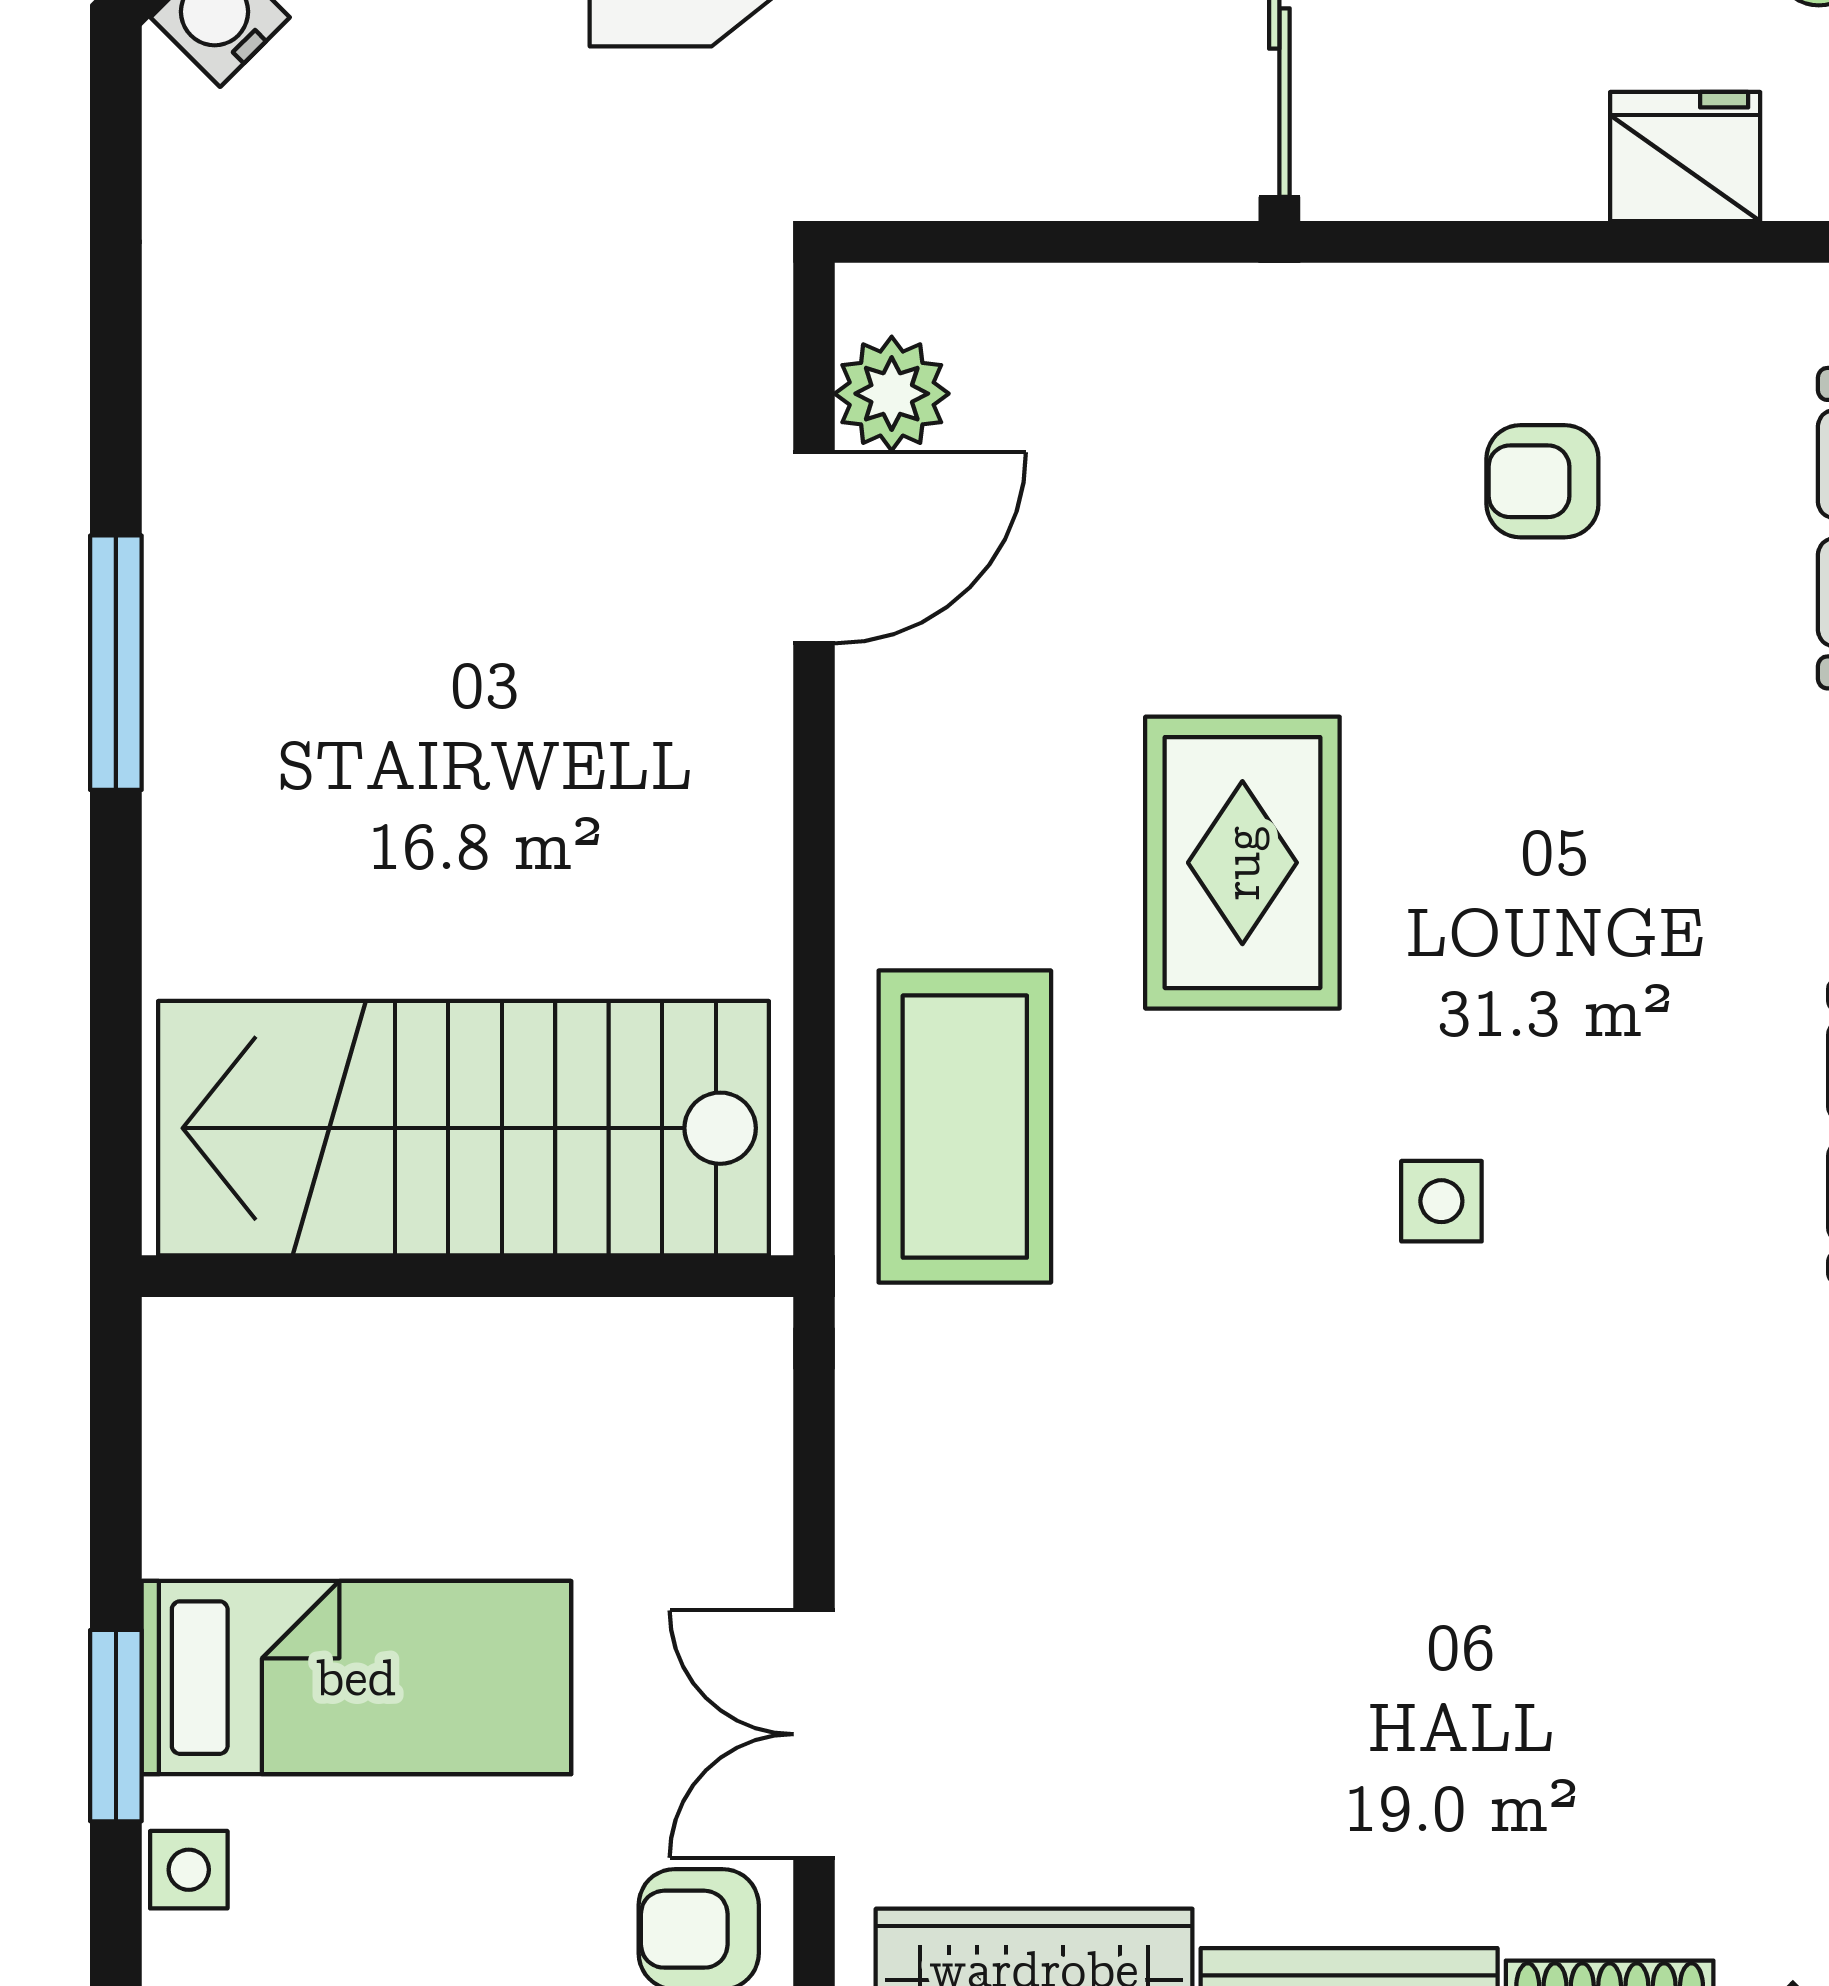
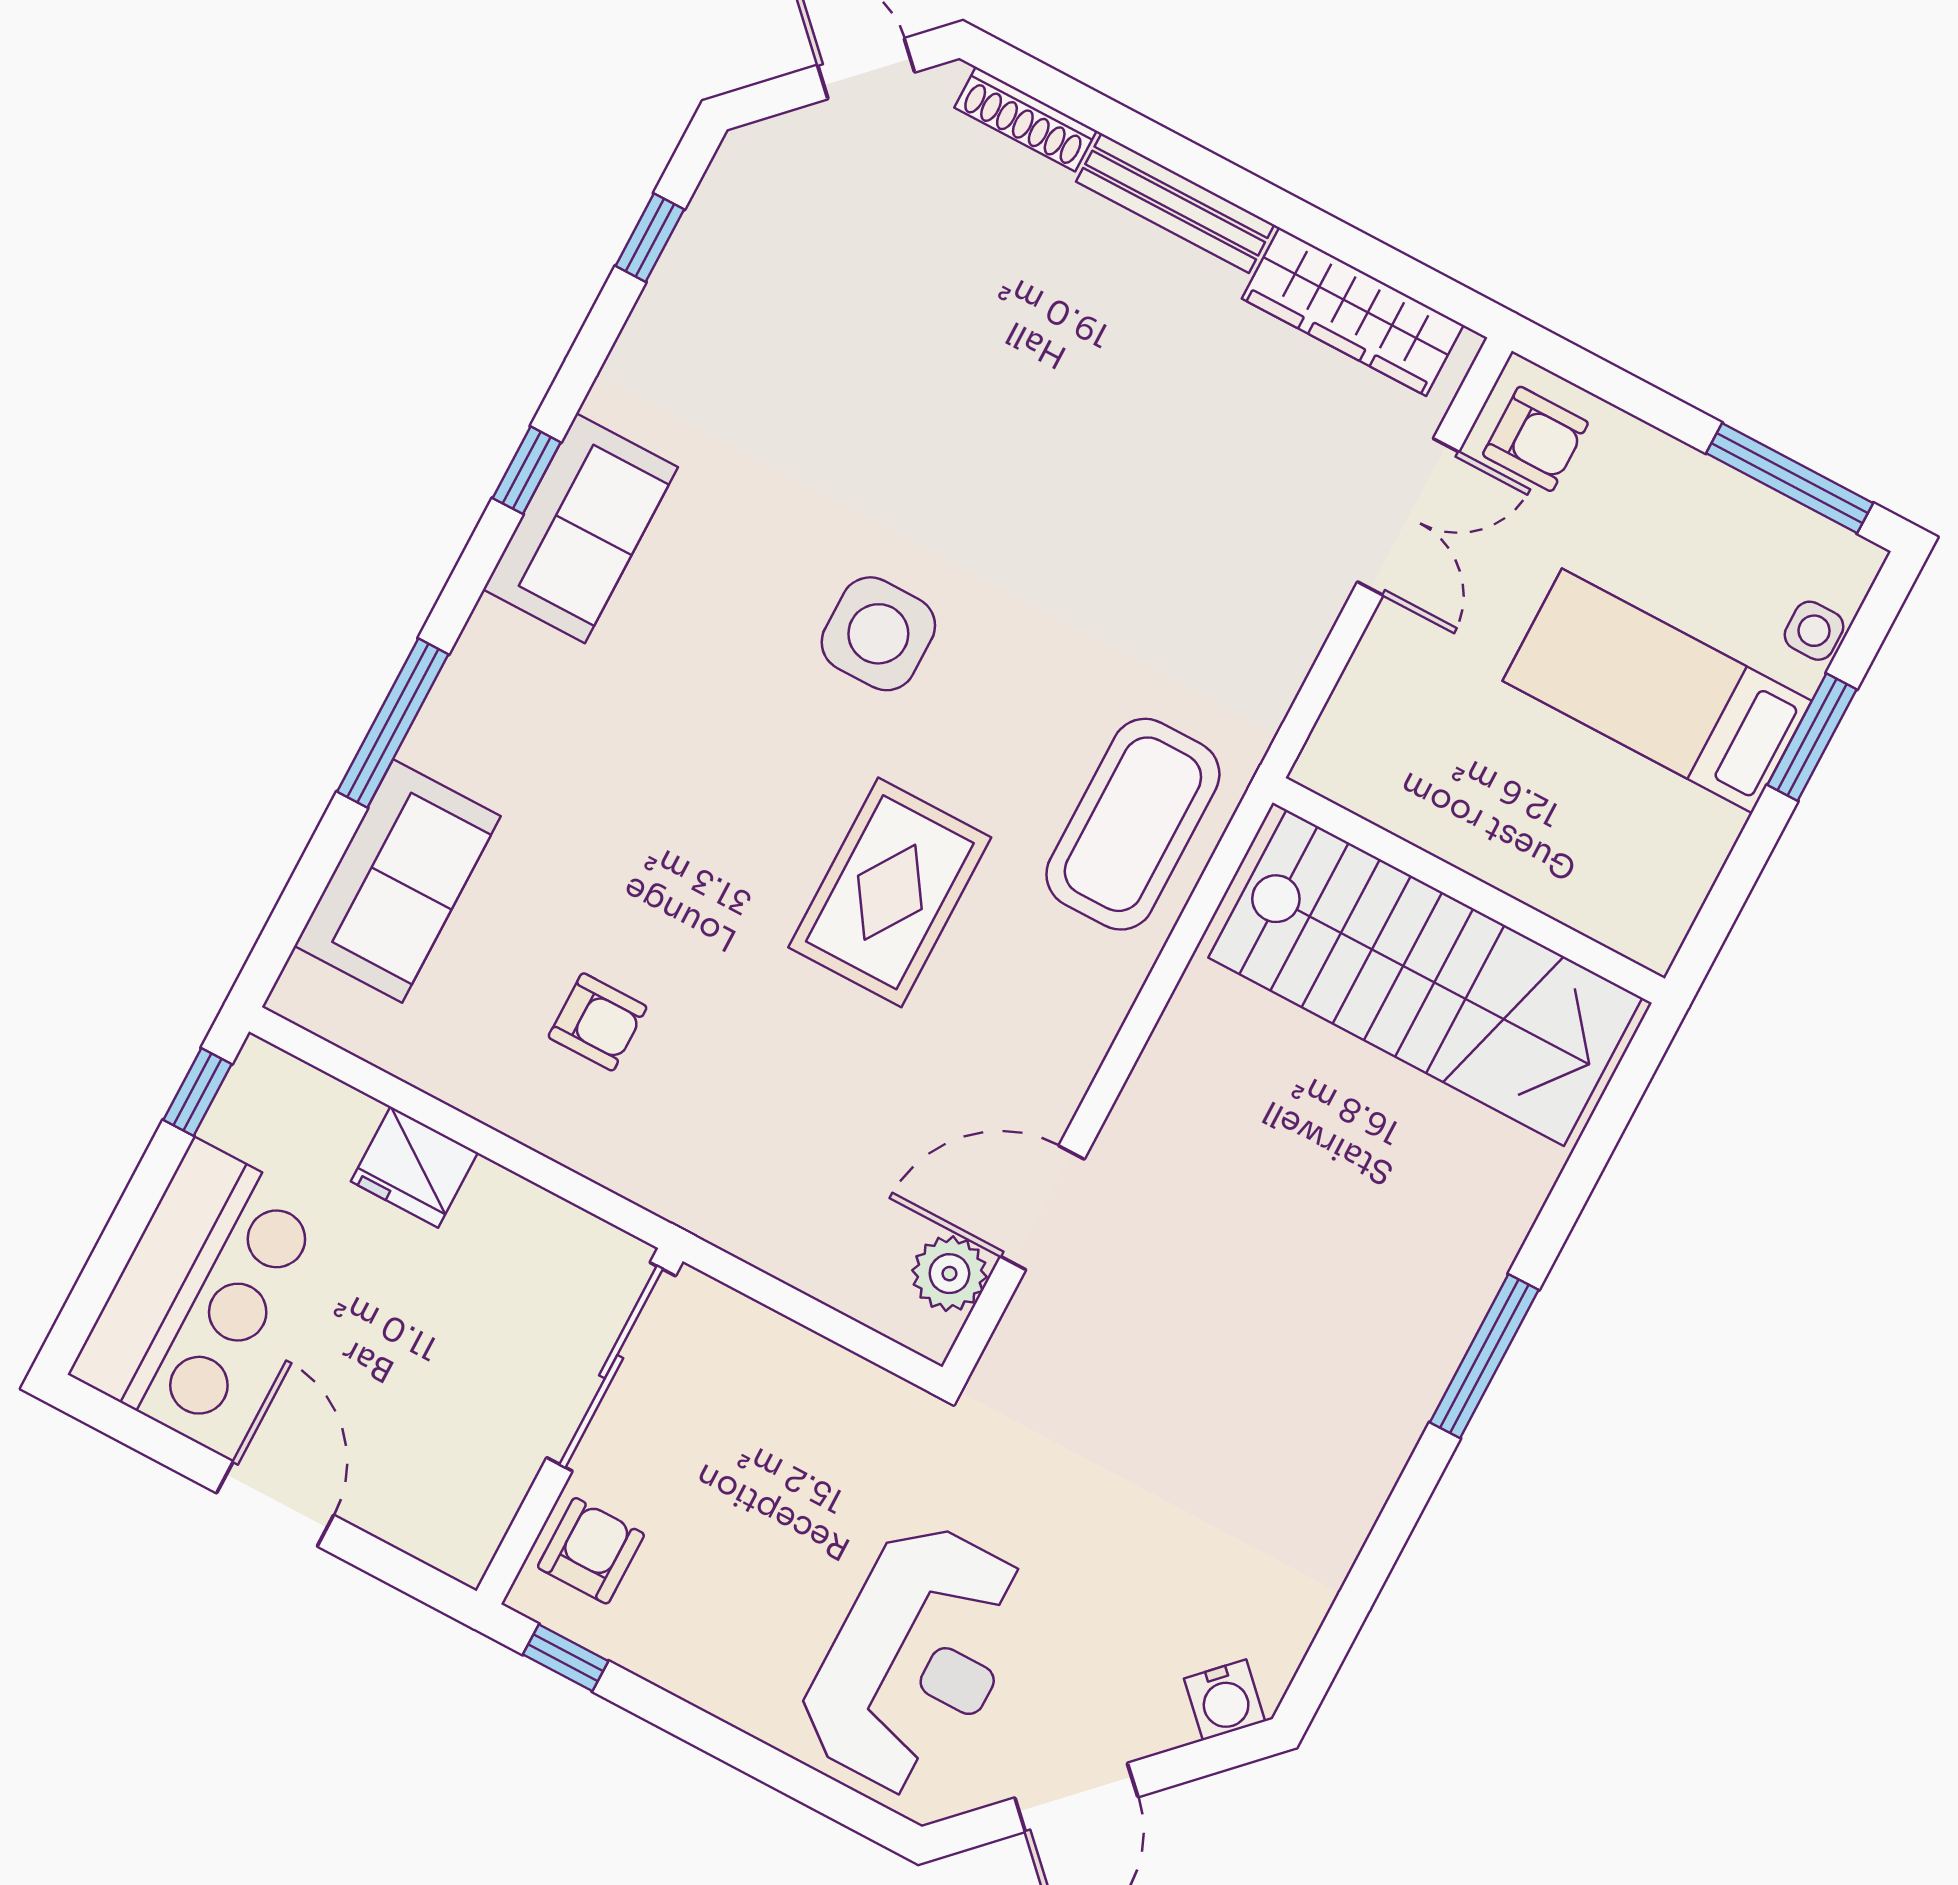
side table: (1441, 1201) -> (878, 634), width x1.87, depth x1.87

